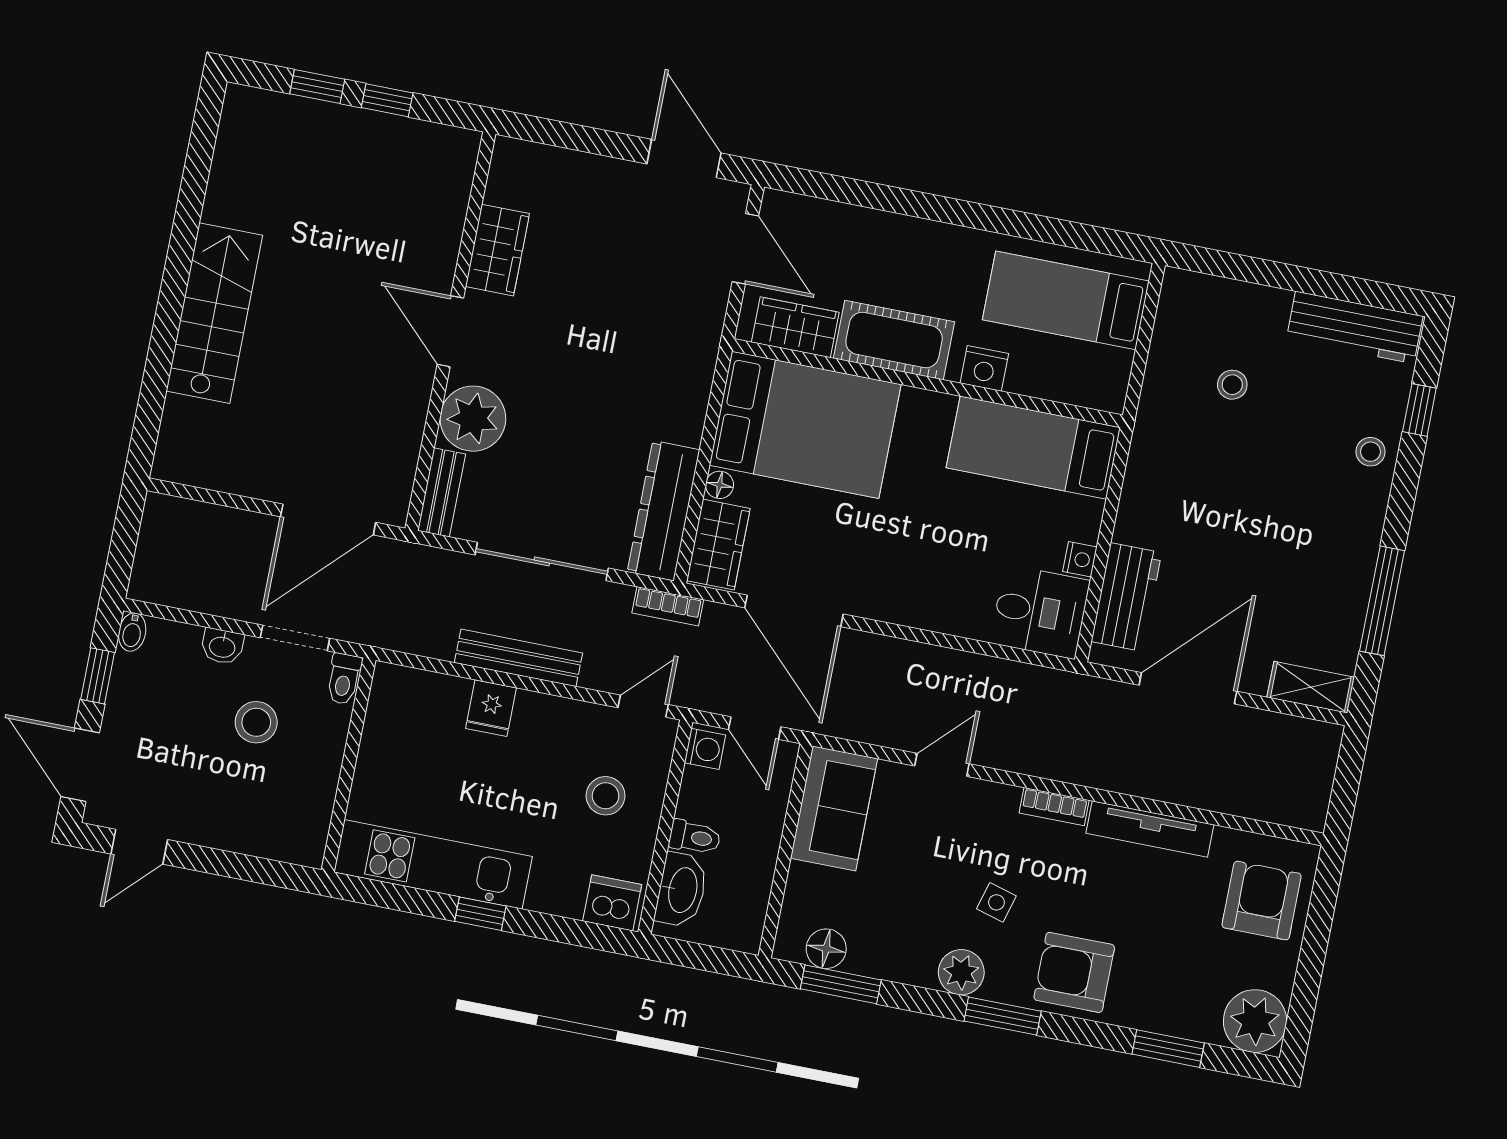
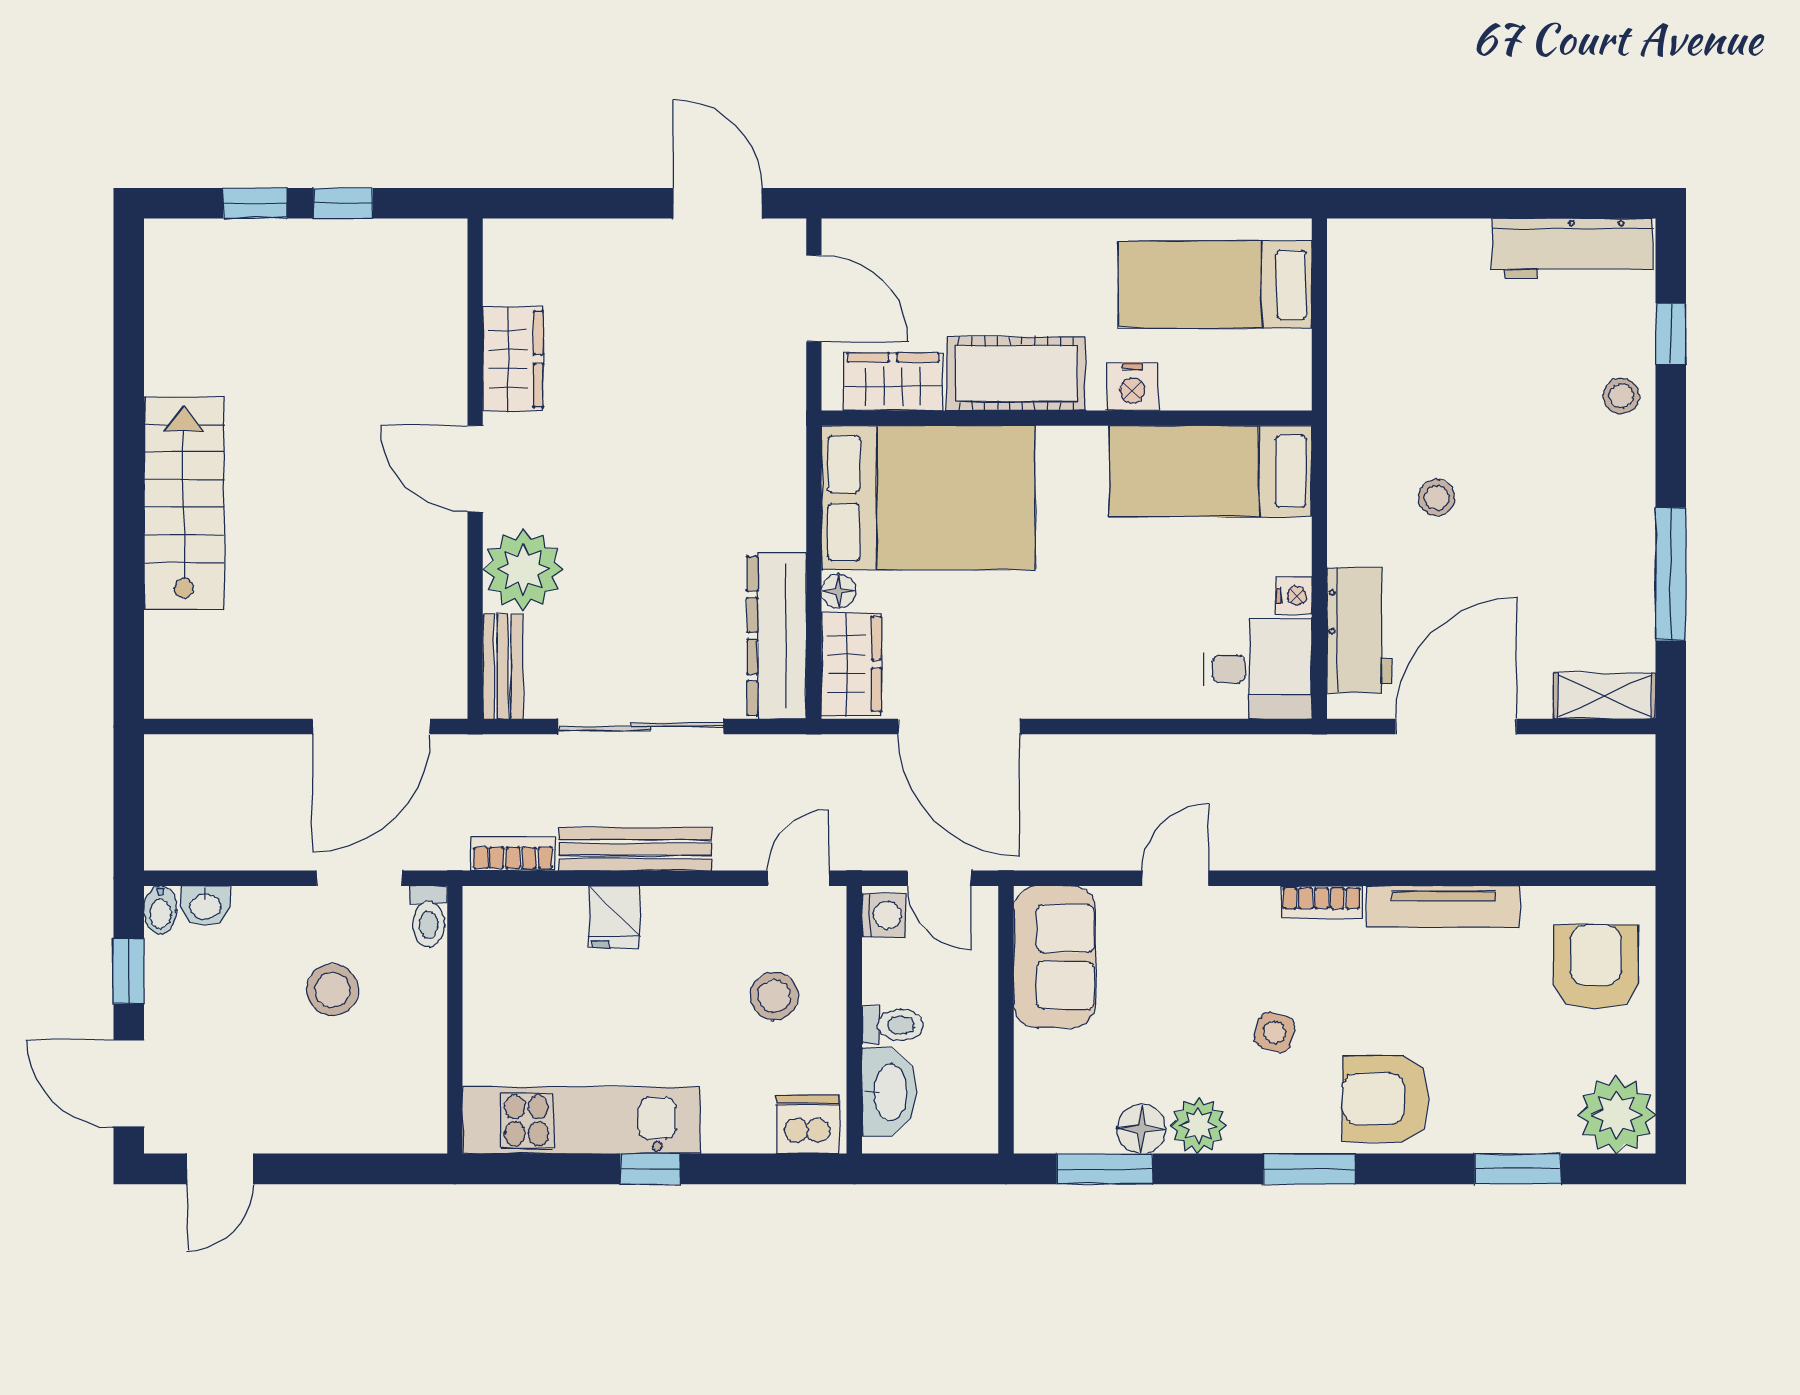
stool: (1232, 385) -> (1437, 498), moved
bookcase: (668, 606) -> (513, 854), moved, turned 180
washbasin: (222, 646) -> (205, 906), moved
floor lamp: (826, 949) -> (1141, 1129), moved
plant: (961, 972) -> (1198, 1125), moved

